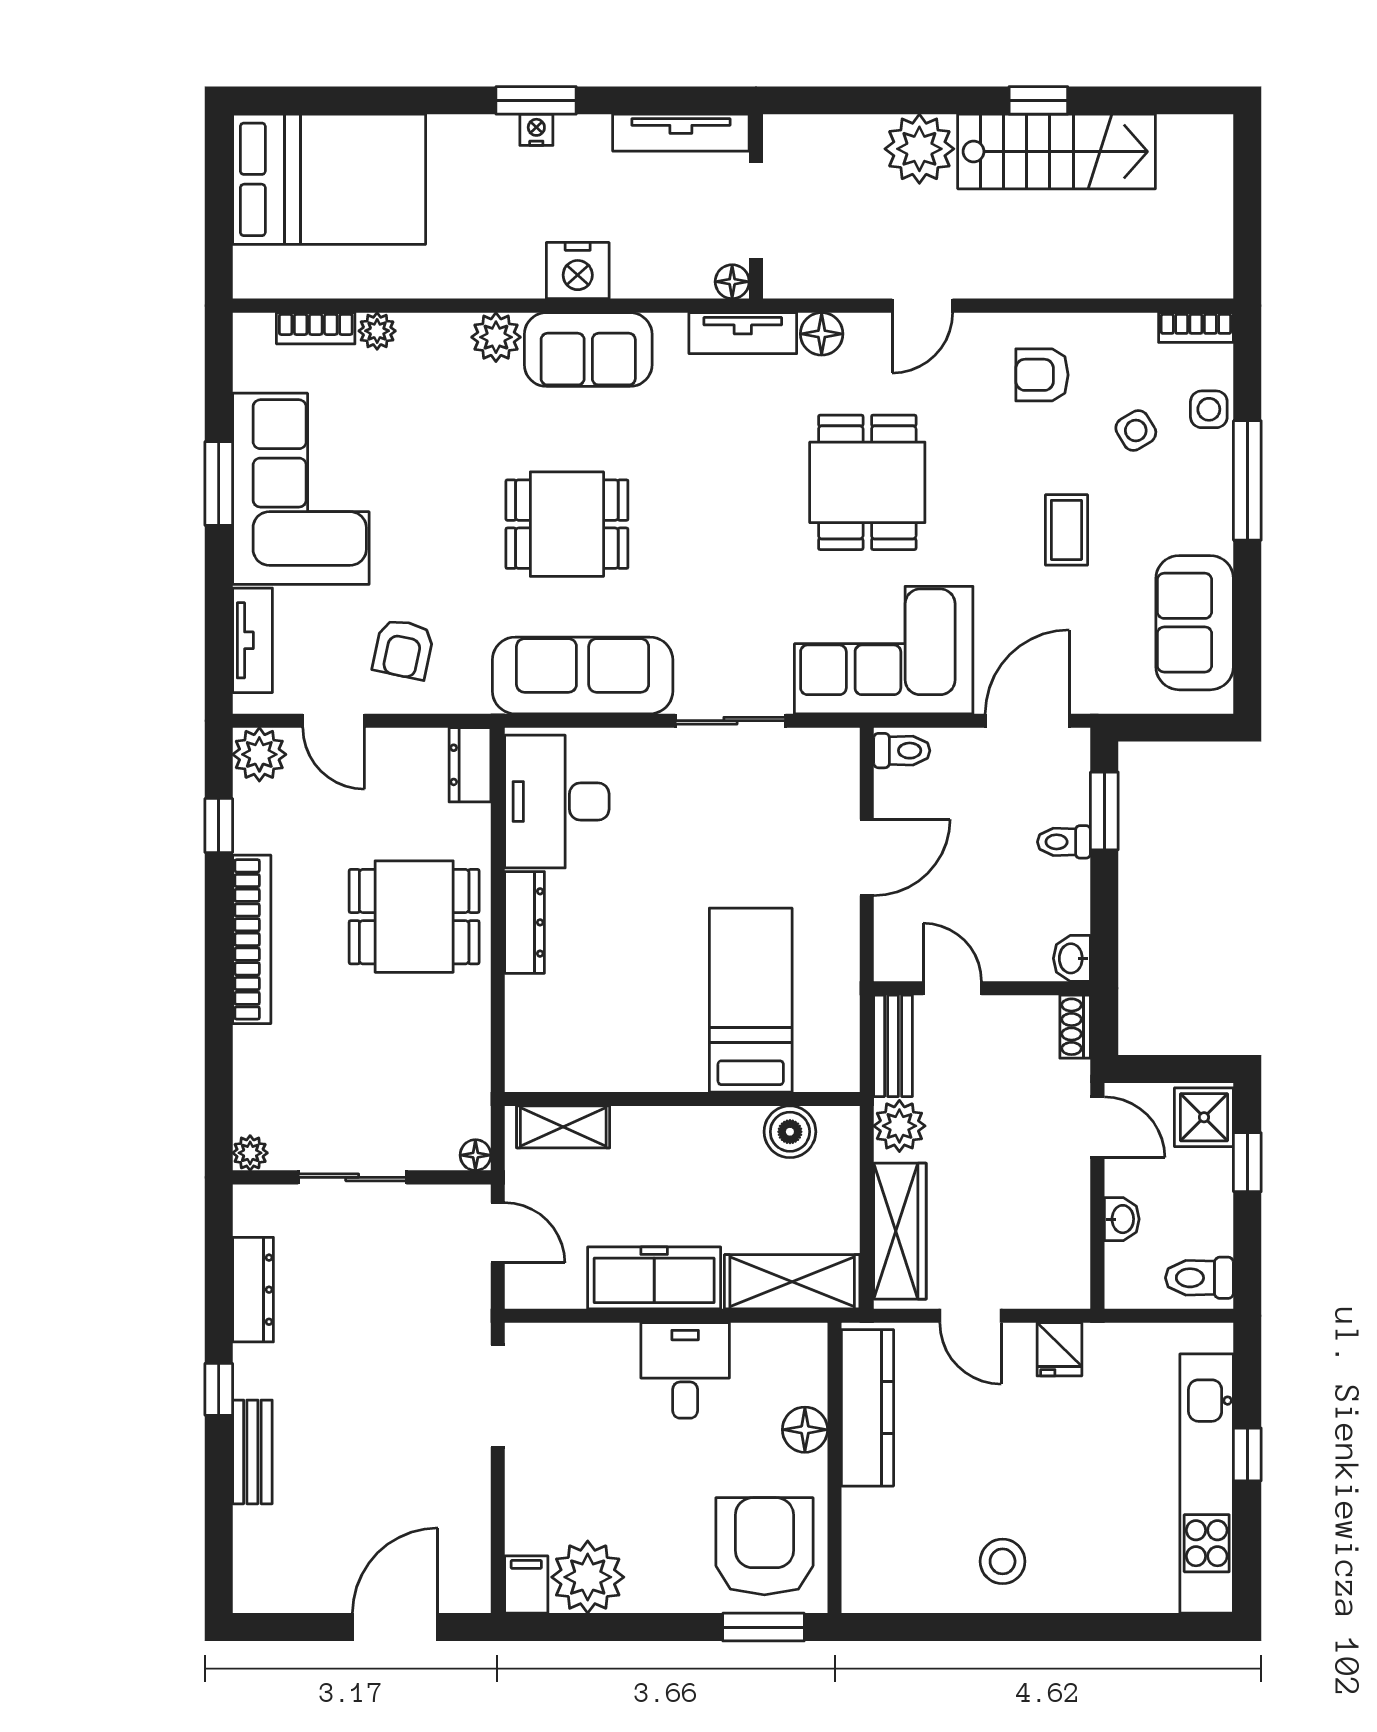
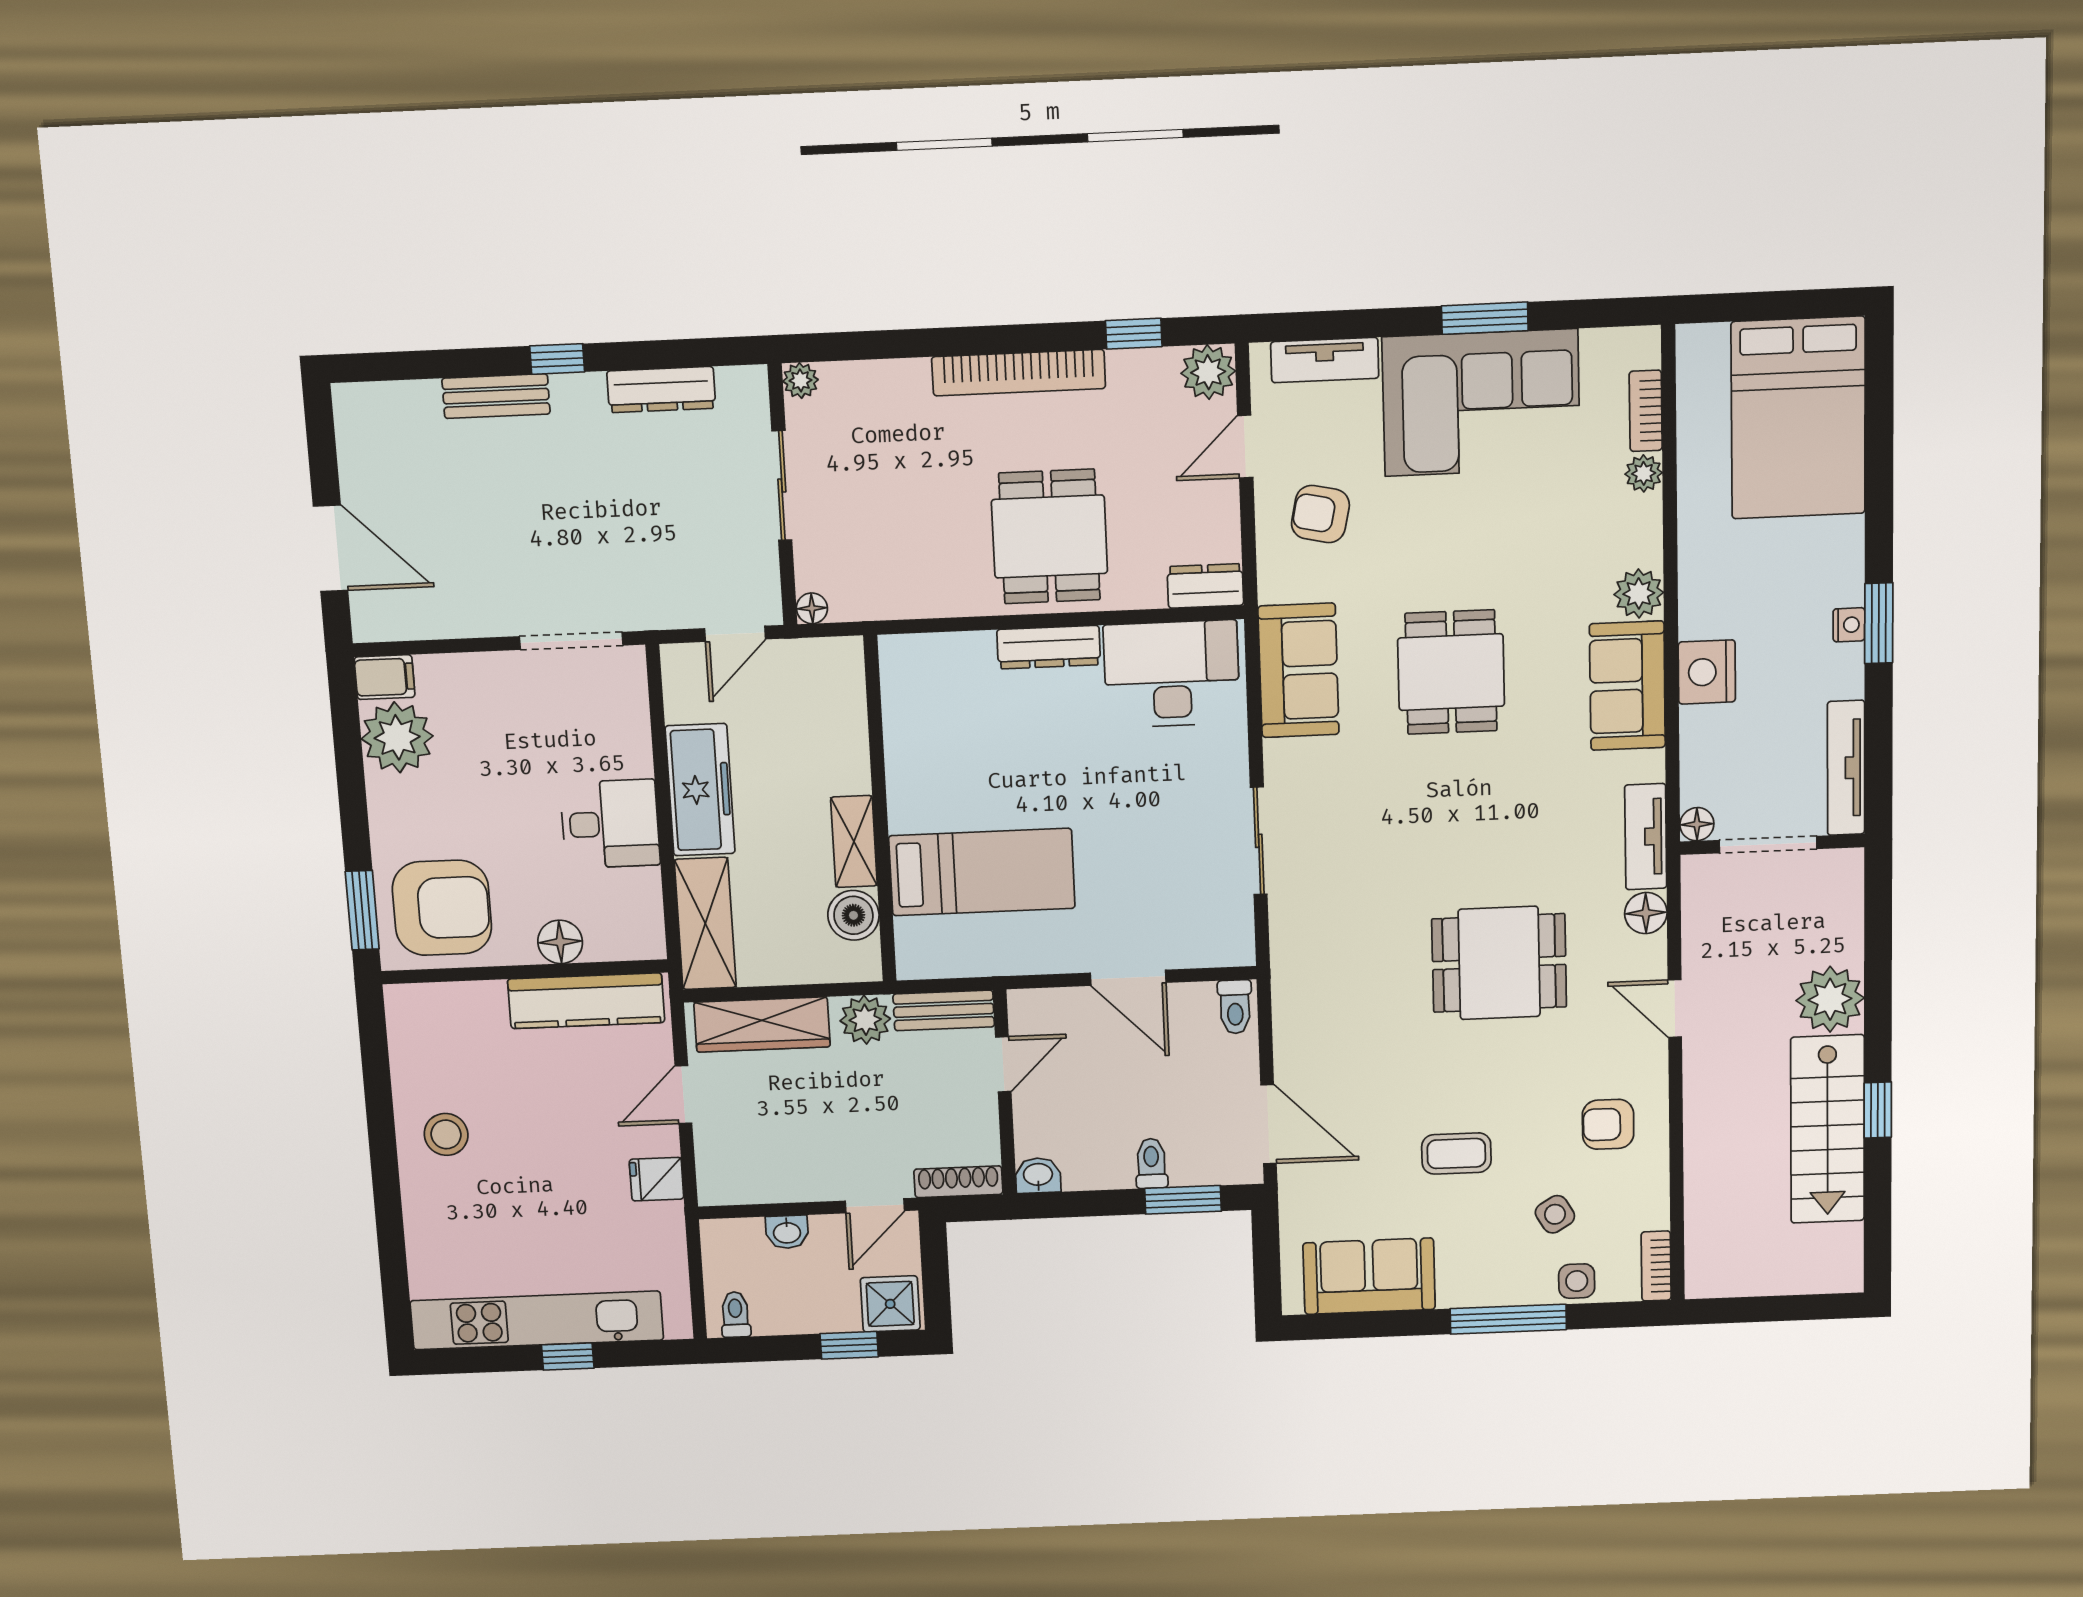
armchair: (1042, 375) -> (1608, 1124), turned -90
corner sofa: (884, 650) -> (1334, 985), removed
sofa: (583, 675) -> (1299, 670), width x0.73
shoe rack: (1075, 1027) -> (958, 1182), width x1.43
shelving: (563, 1127) -> (854, 842), moved
toilet: (1199, 1278) -> (735, 1315), width x0.73, depth x0.72

